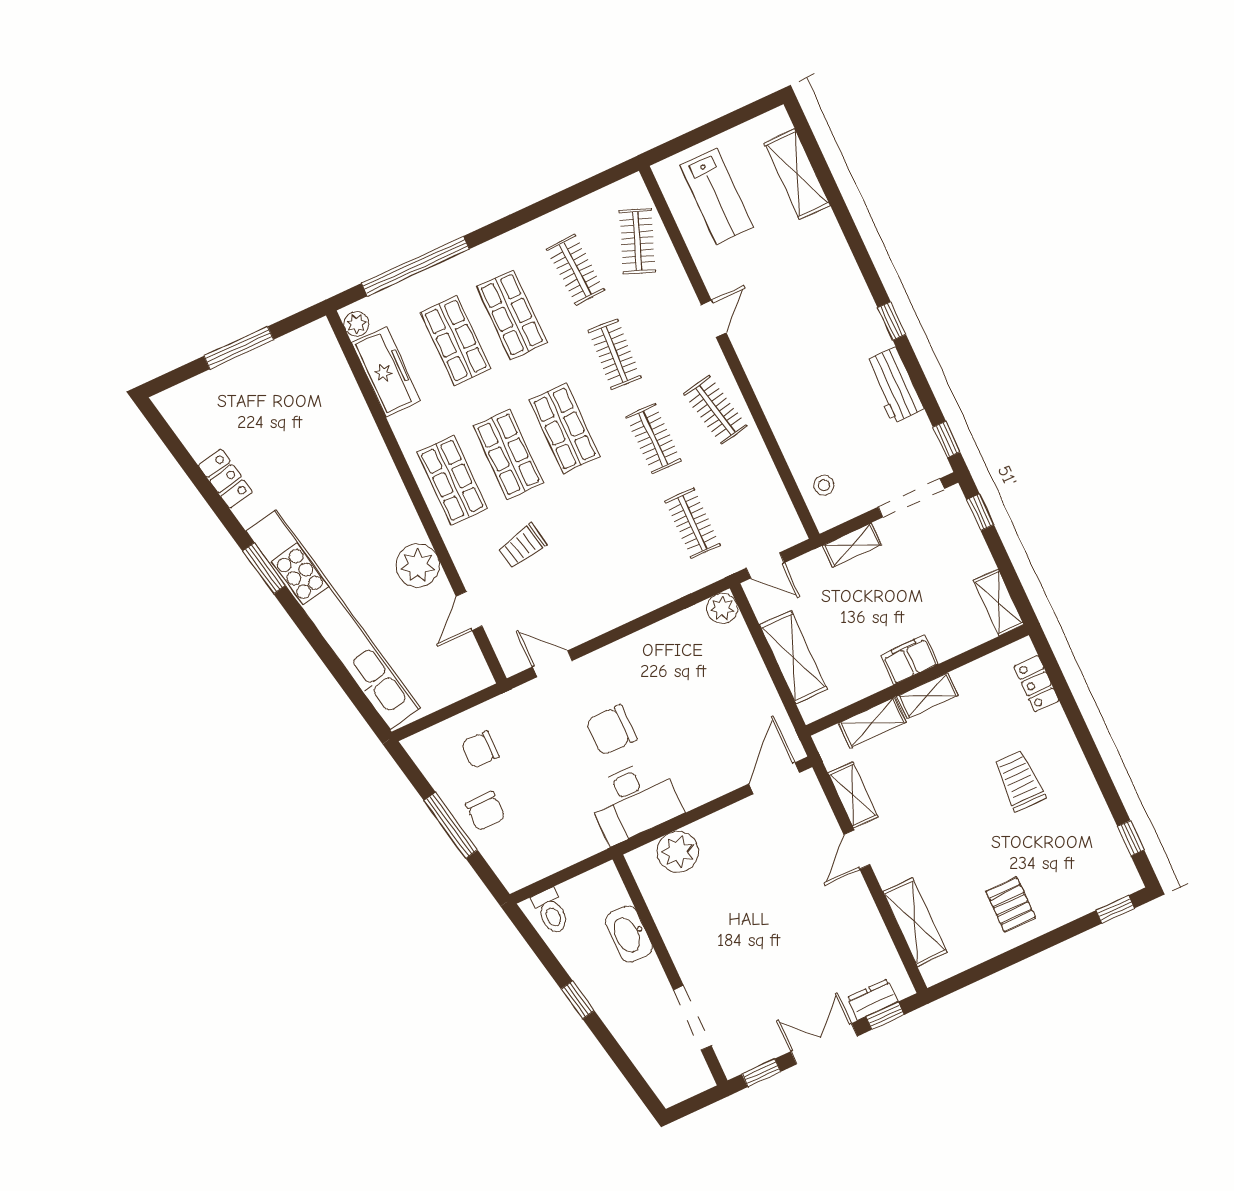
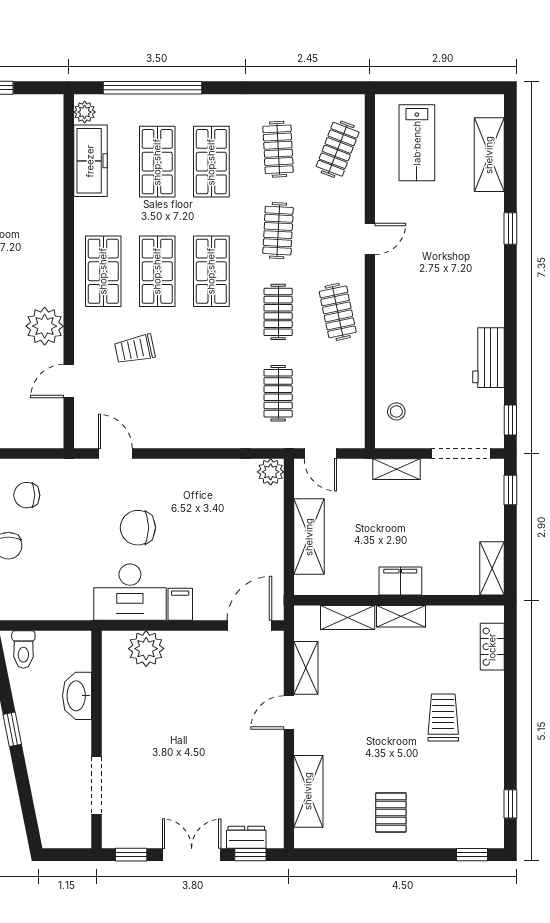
window: (892, 321) -> (510, 228), moved
filing cabinet: (692, 789) -> (180, 604), added

